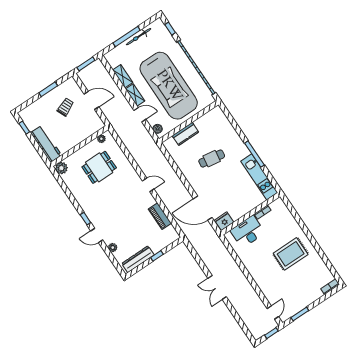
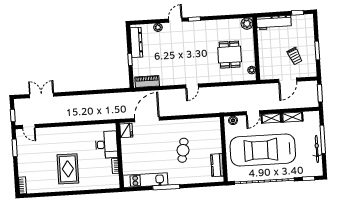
kitchen counter: (185, 134) -> (217, 165), moved
piano: (160, 216) -> (147, 82), moved
double door: (217, 288) -> (42, 95), moved

